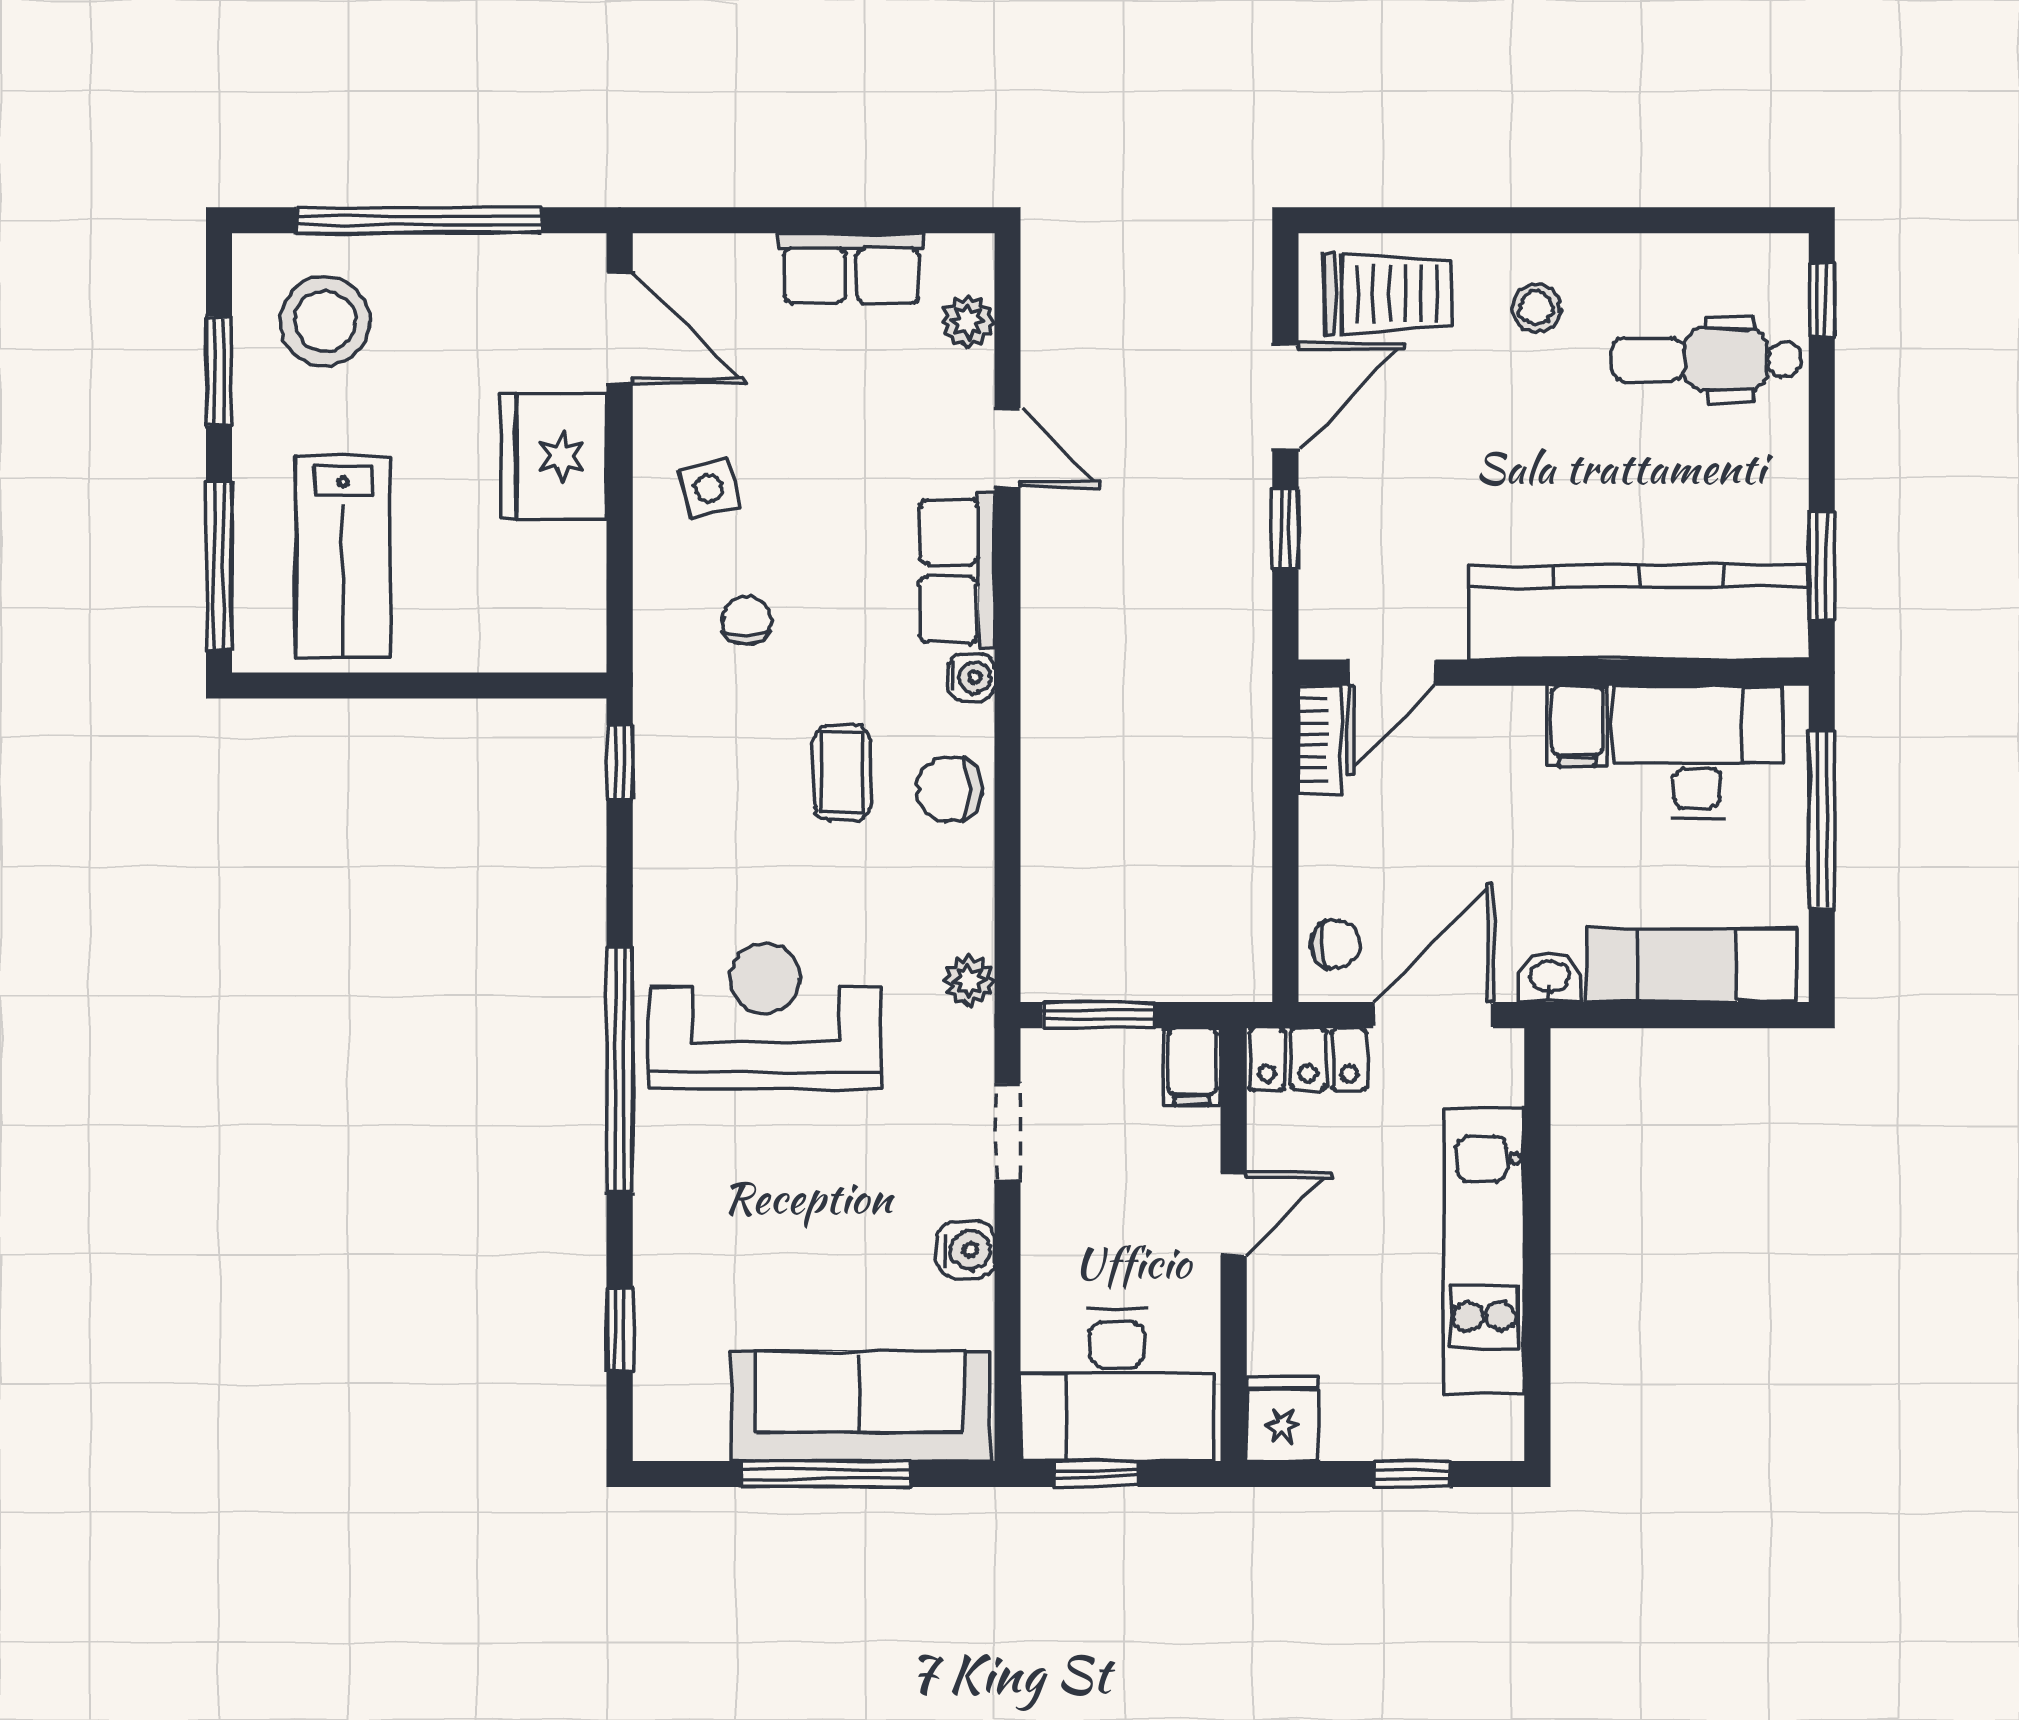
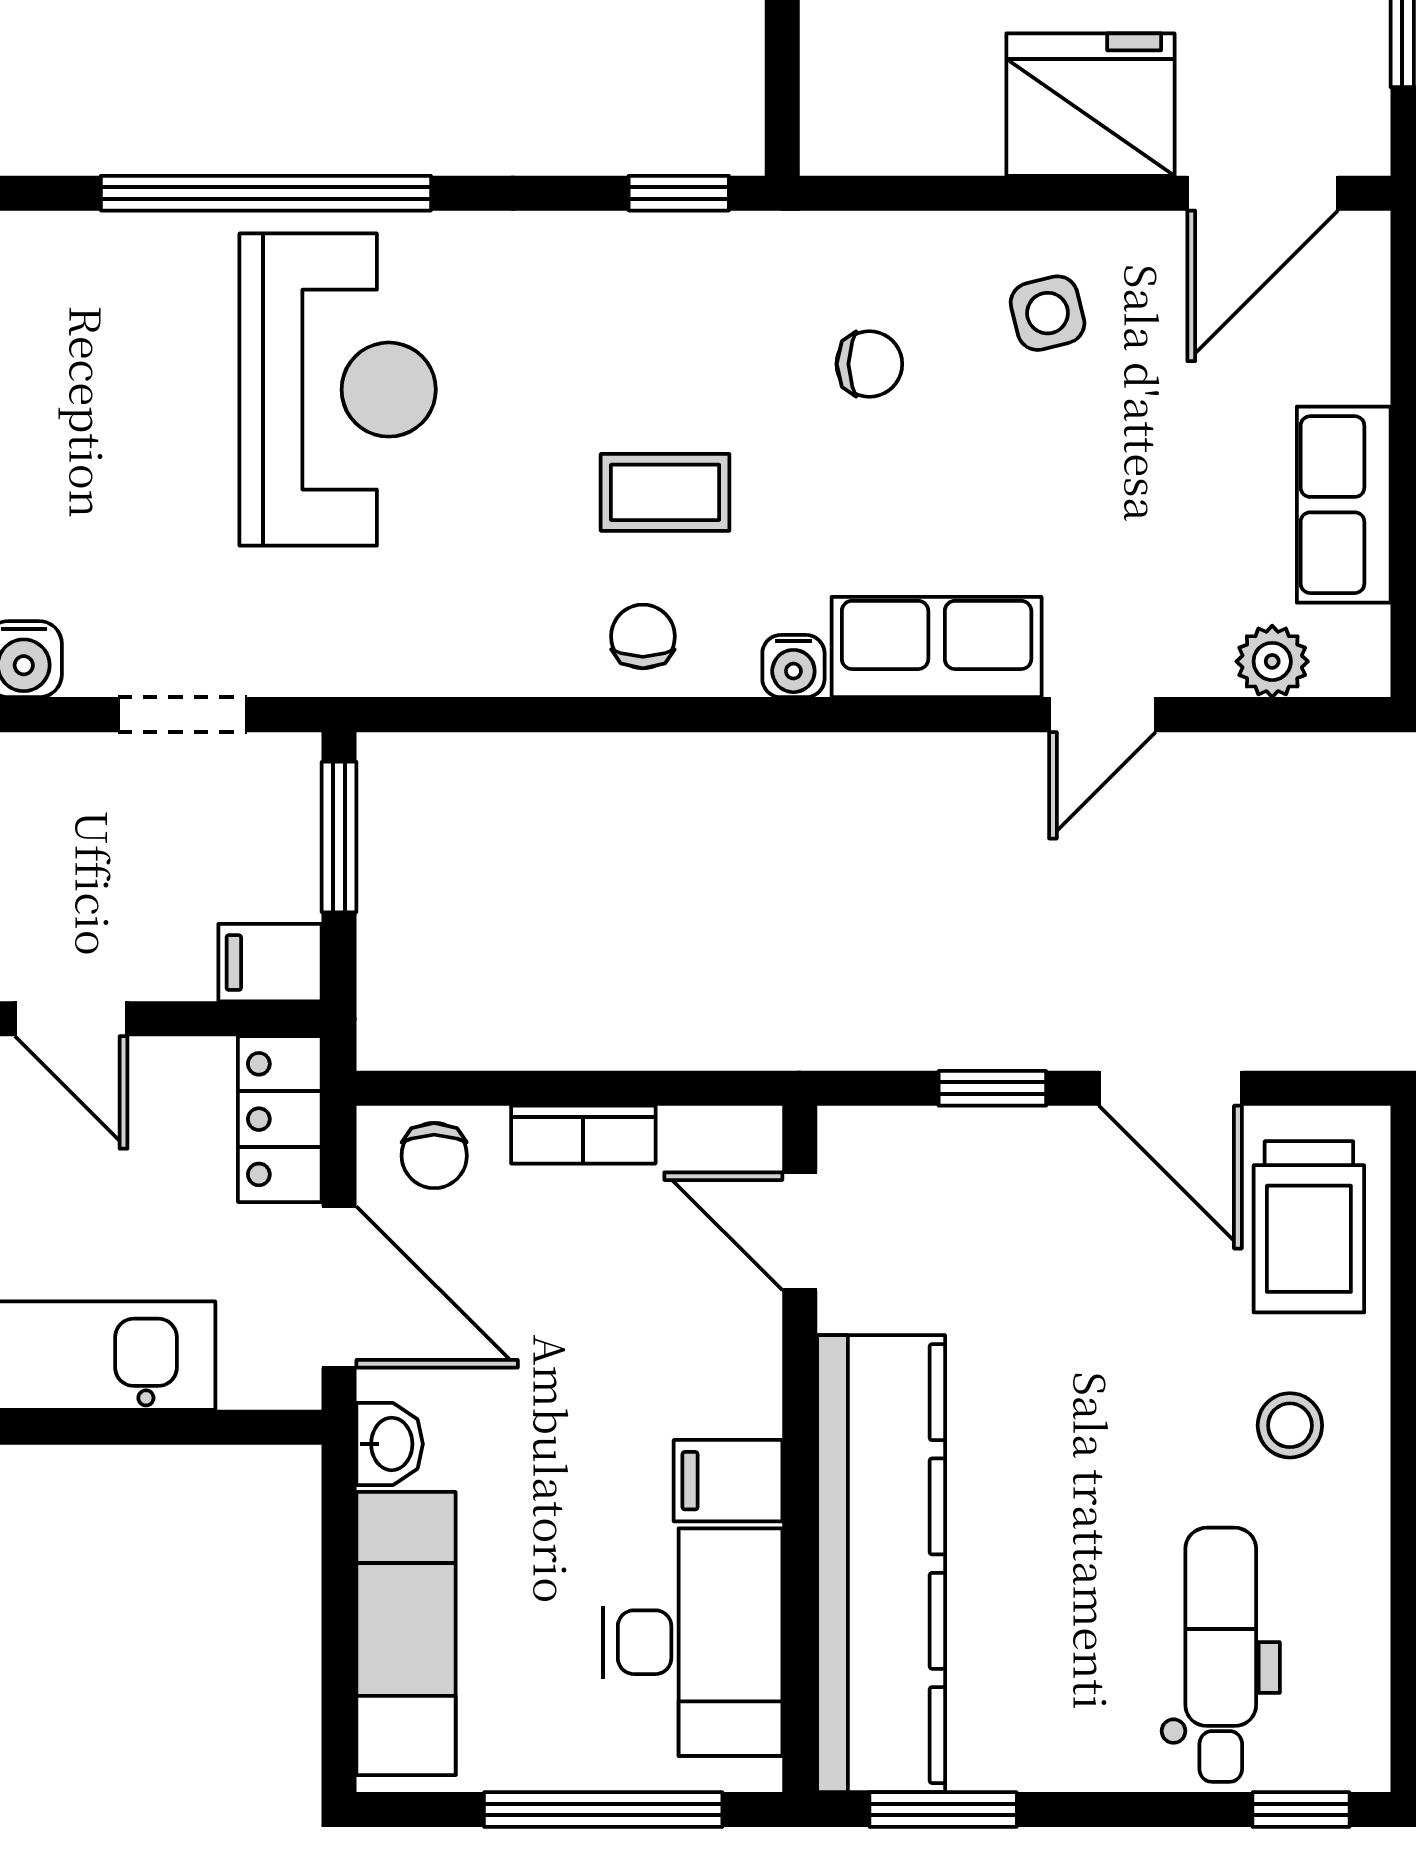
bookcase: (1320, 739) -> (583, 1135), moved
chair: (949, 789) -> (643, 636), width x0.73, depth x0.73
plant: (969, 981) -> (385, 663), removed

